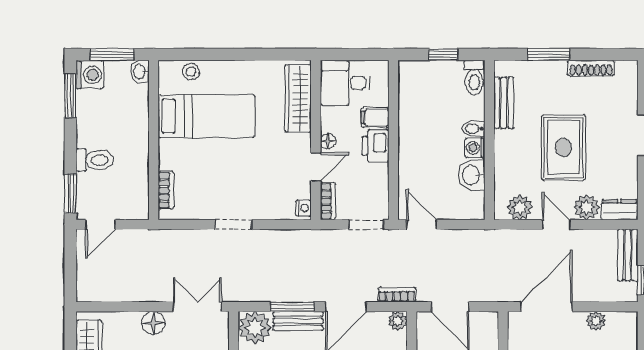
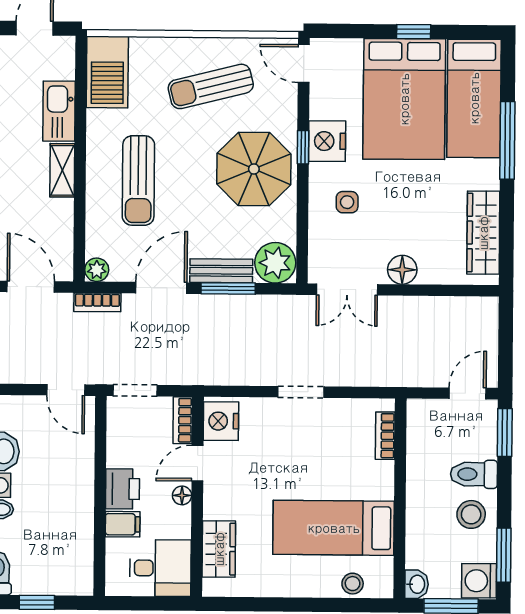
wardrobe: (298, 98) -> (219, 549), width x0.67
stool: (97, 128) -> (471, 514), added
nightstand: (303, 208) -> (221, 421), width x1.89, depth x1.79

